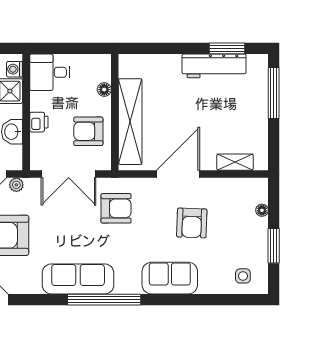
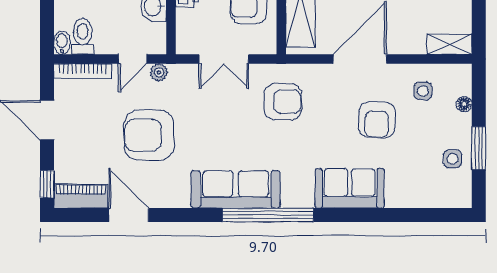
shelving: (235, 162) -> (449, 44), moved
double door: (69, 174) -> (224, 59), width x0.73
side table: (229, 200) -> (423, 91), added
side table: (243, 276) -> (453, 159), moved

